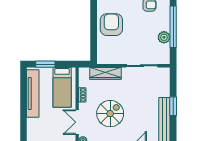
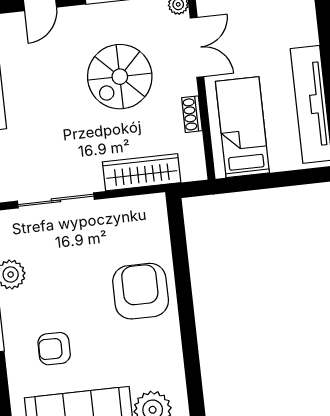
armchair: (111, 25) -> (141, 291), turned 180
window: (45, 64) -> (289, 178), removed

